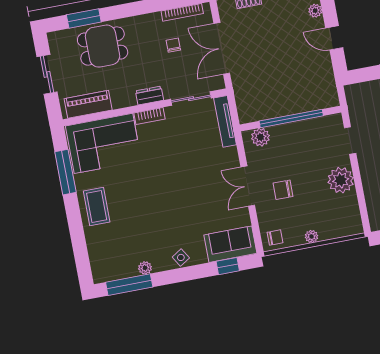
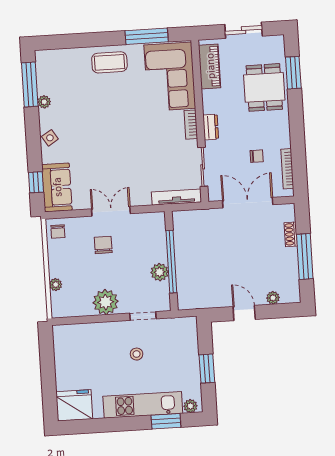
door: (334, 38) -> (244, 313), hinge flipped
plant: (260, 137) -> (160, 272), moved
plant: (312, 237) -> (56, 285), moved

